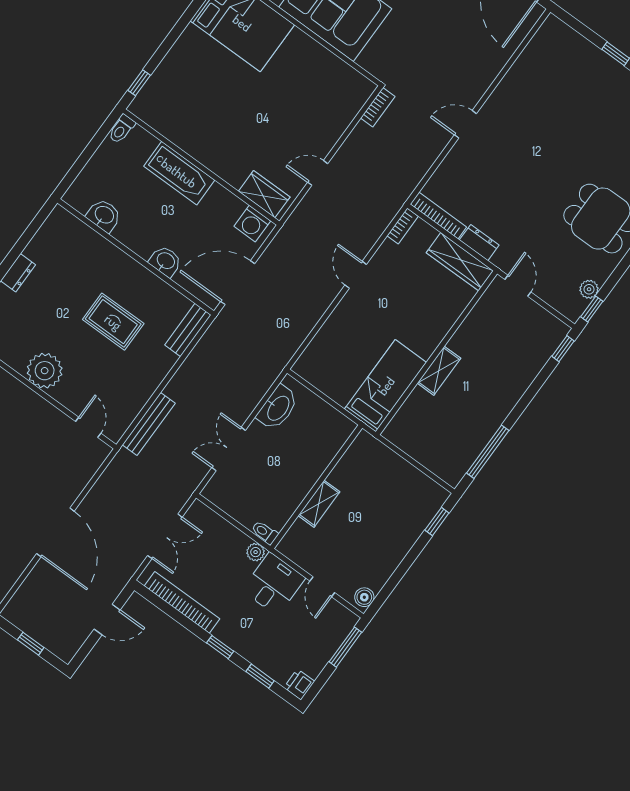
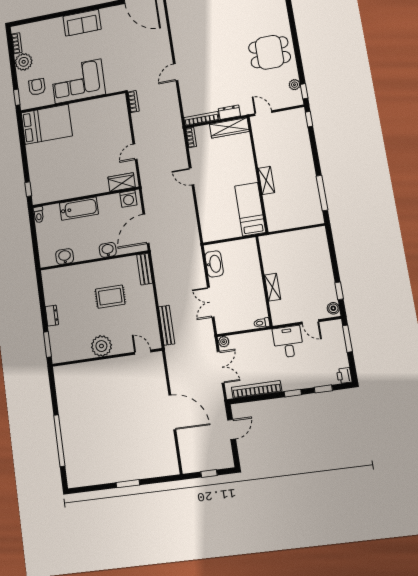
window: (437, 522) -> (339, 291), moved
plant: (256, 552) -> (224, 342), moved

